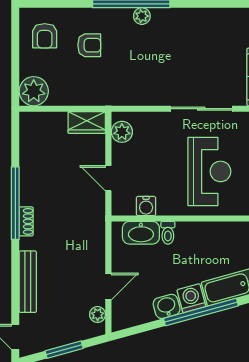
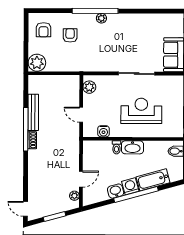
armchair: (89, 45) -> (70, 35), turned -90
wardrobe: (87, 122) -> (68, 81), removed
reception desk: (209, 171) -> (141, 111), turned -90
washbasin: (141, 233) -> (133, 147), moved
bench: (28, 282) -> (33, 112), moved

